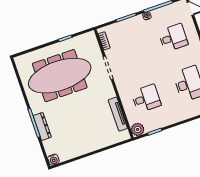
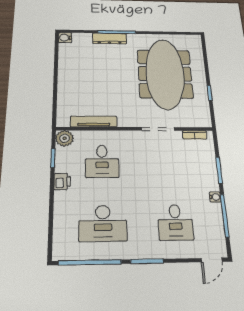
printer: (169, 120) -> (62, 181), added

